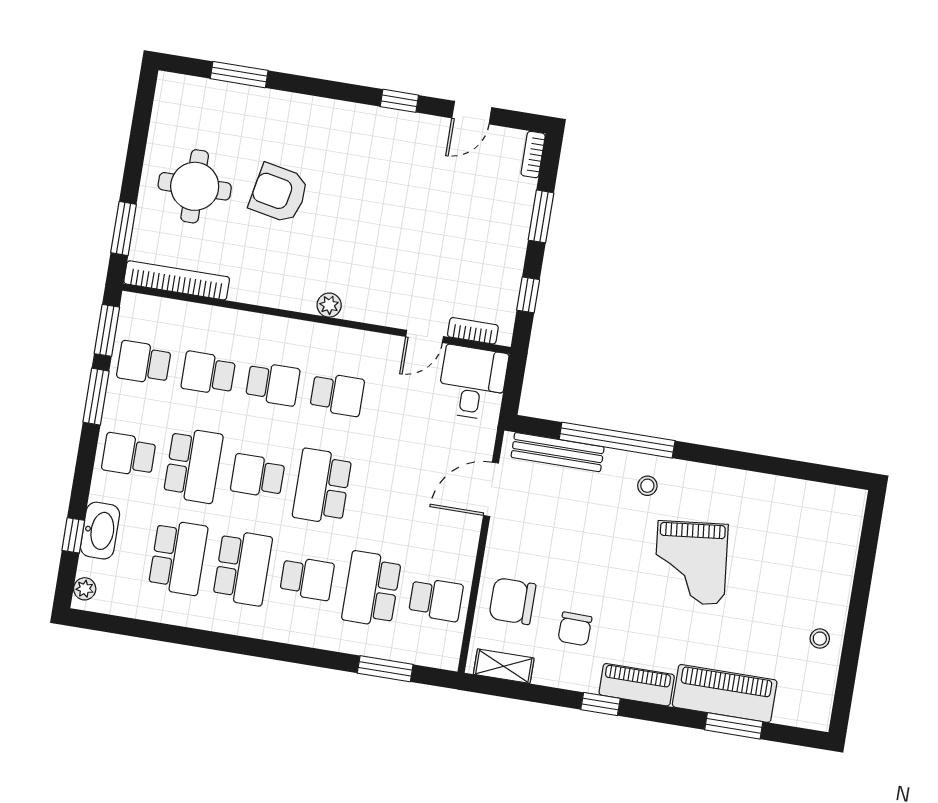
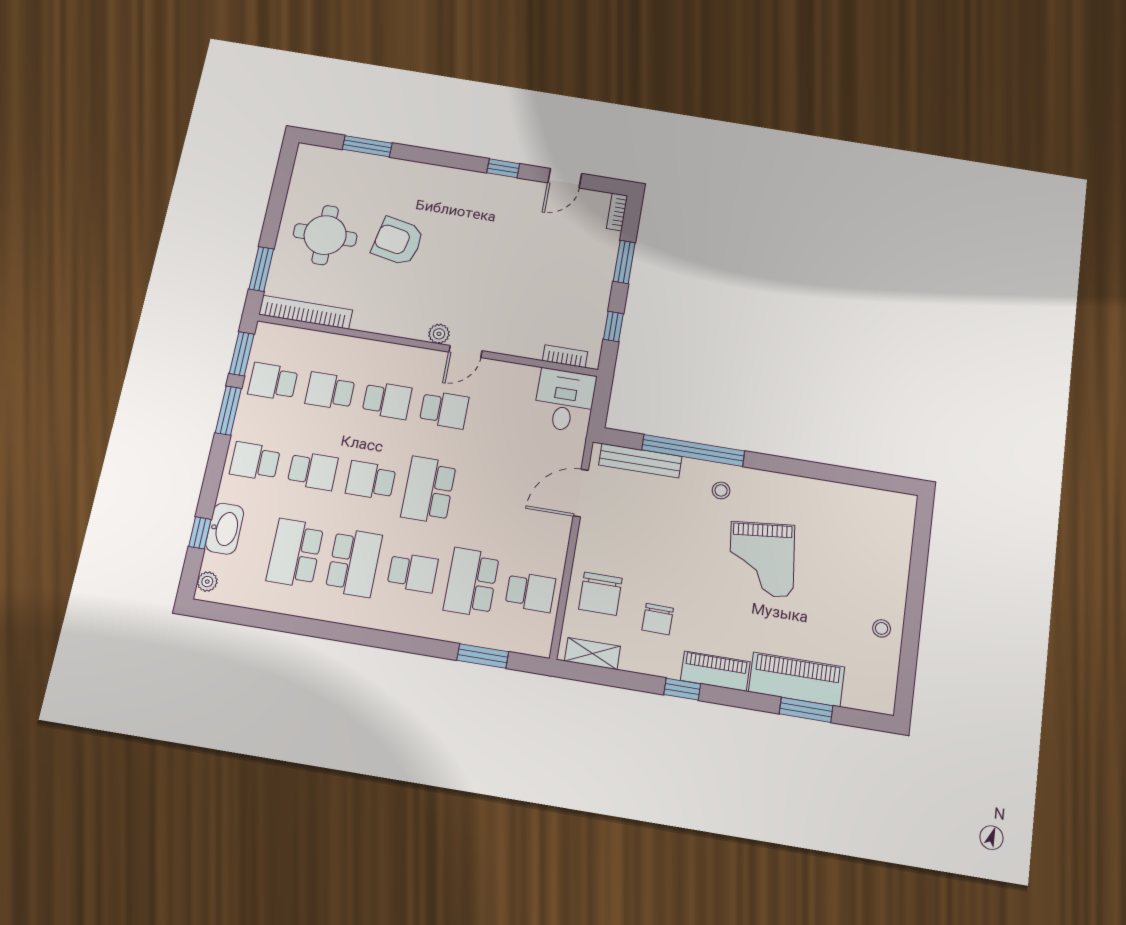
door: (425, 336) -> (465, 351), moved
school desk: (193, 465) -> (313, 471), width x0.54
school desk: (178, 557) -> (295, 553), turned 180
chair: (512, 601) -> (600, 594), turned -90

